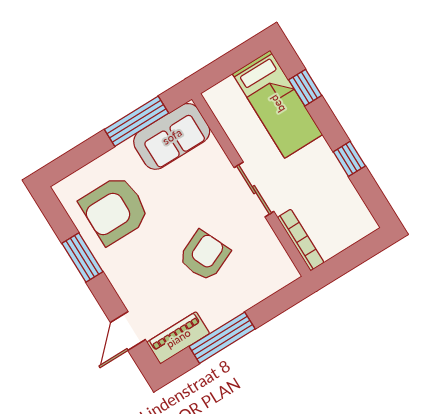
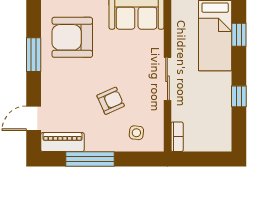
bookcase: (301, 240) -> (177, 137), width x0.64
armchair: (204, 256) -> (111, 101), width x0.72, depth x0.72
side table: (257, 274) -> (136, 133), added

